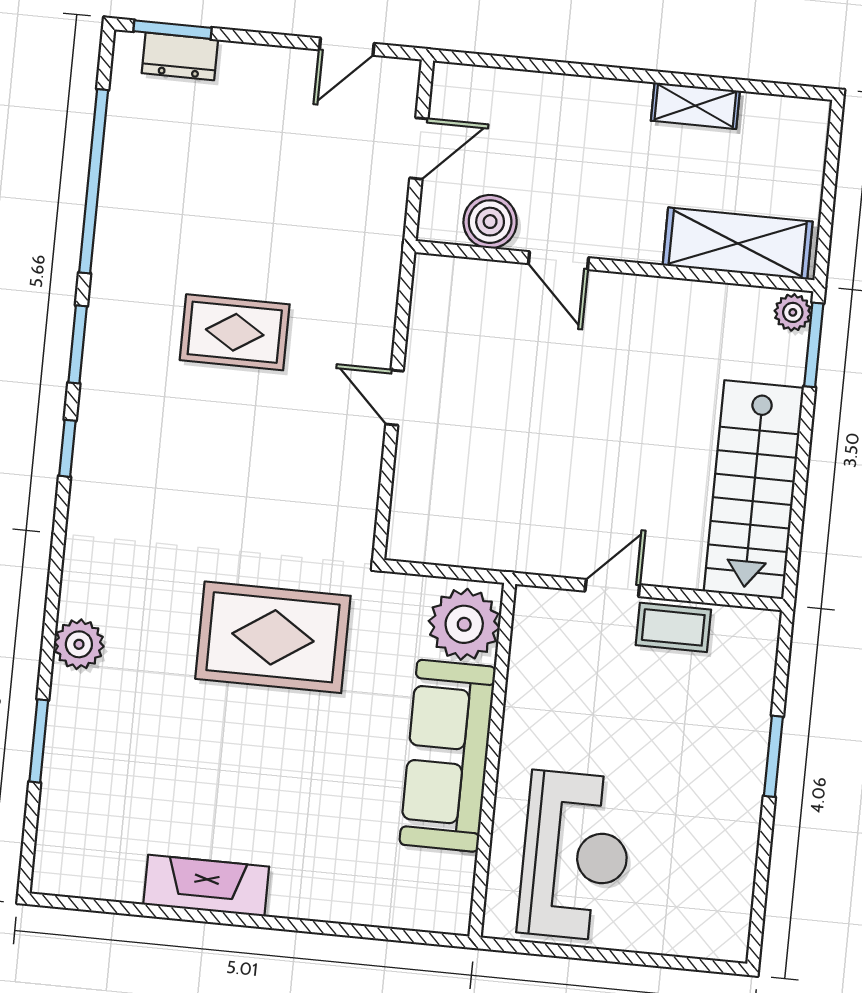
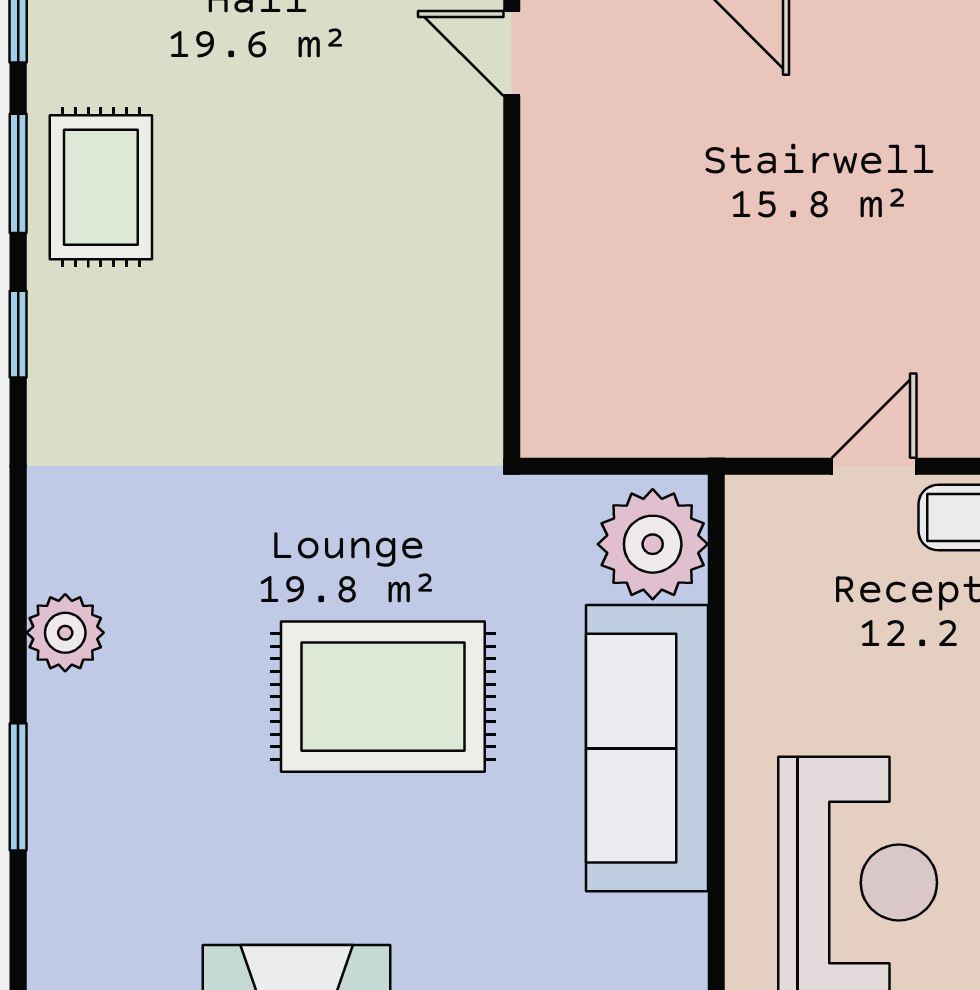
rug: (235, 332) -> (101, 187), moved, turned 90
door: (394, 398) -> (512, 53), moved
rug: (273, 637) -> (383, 697), moved

